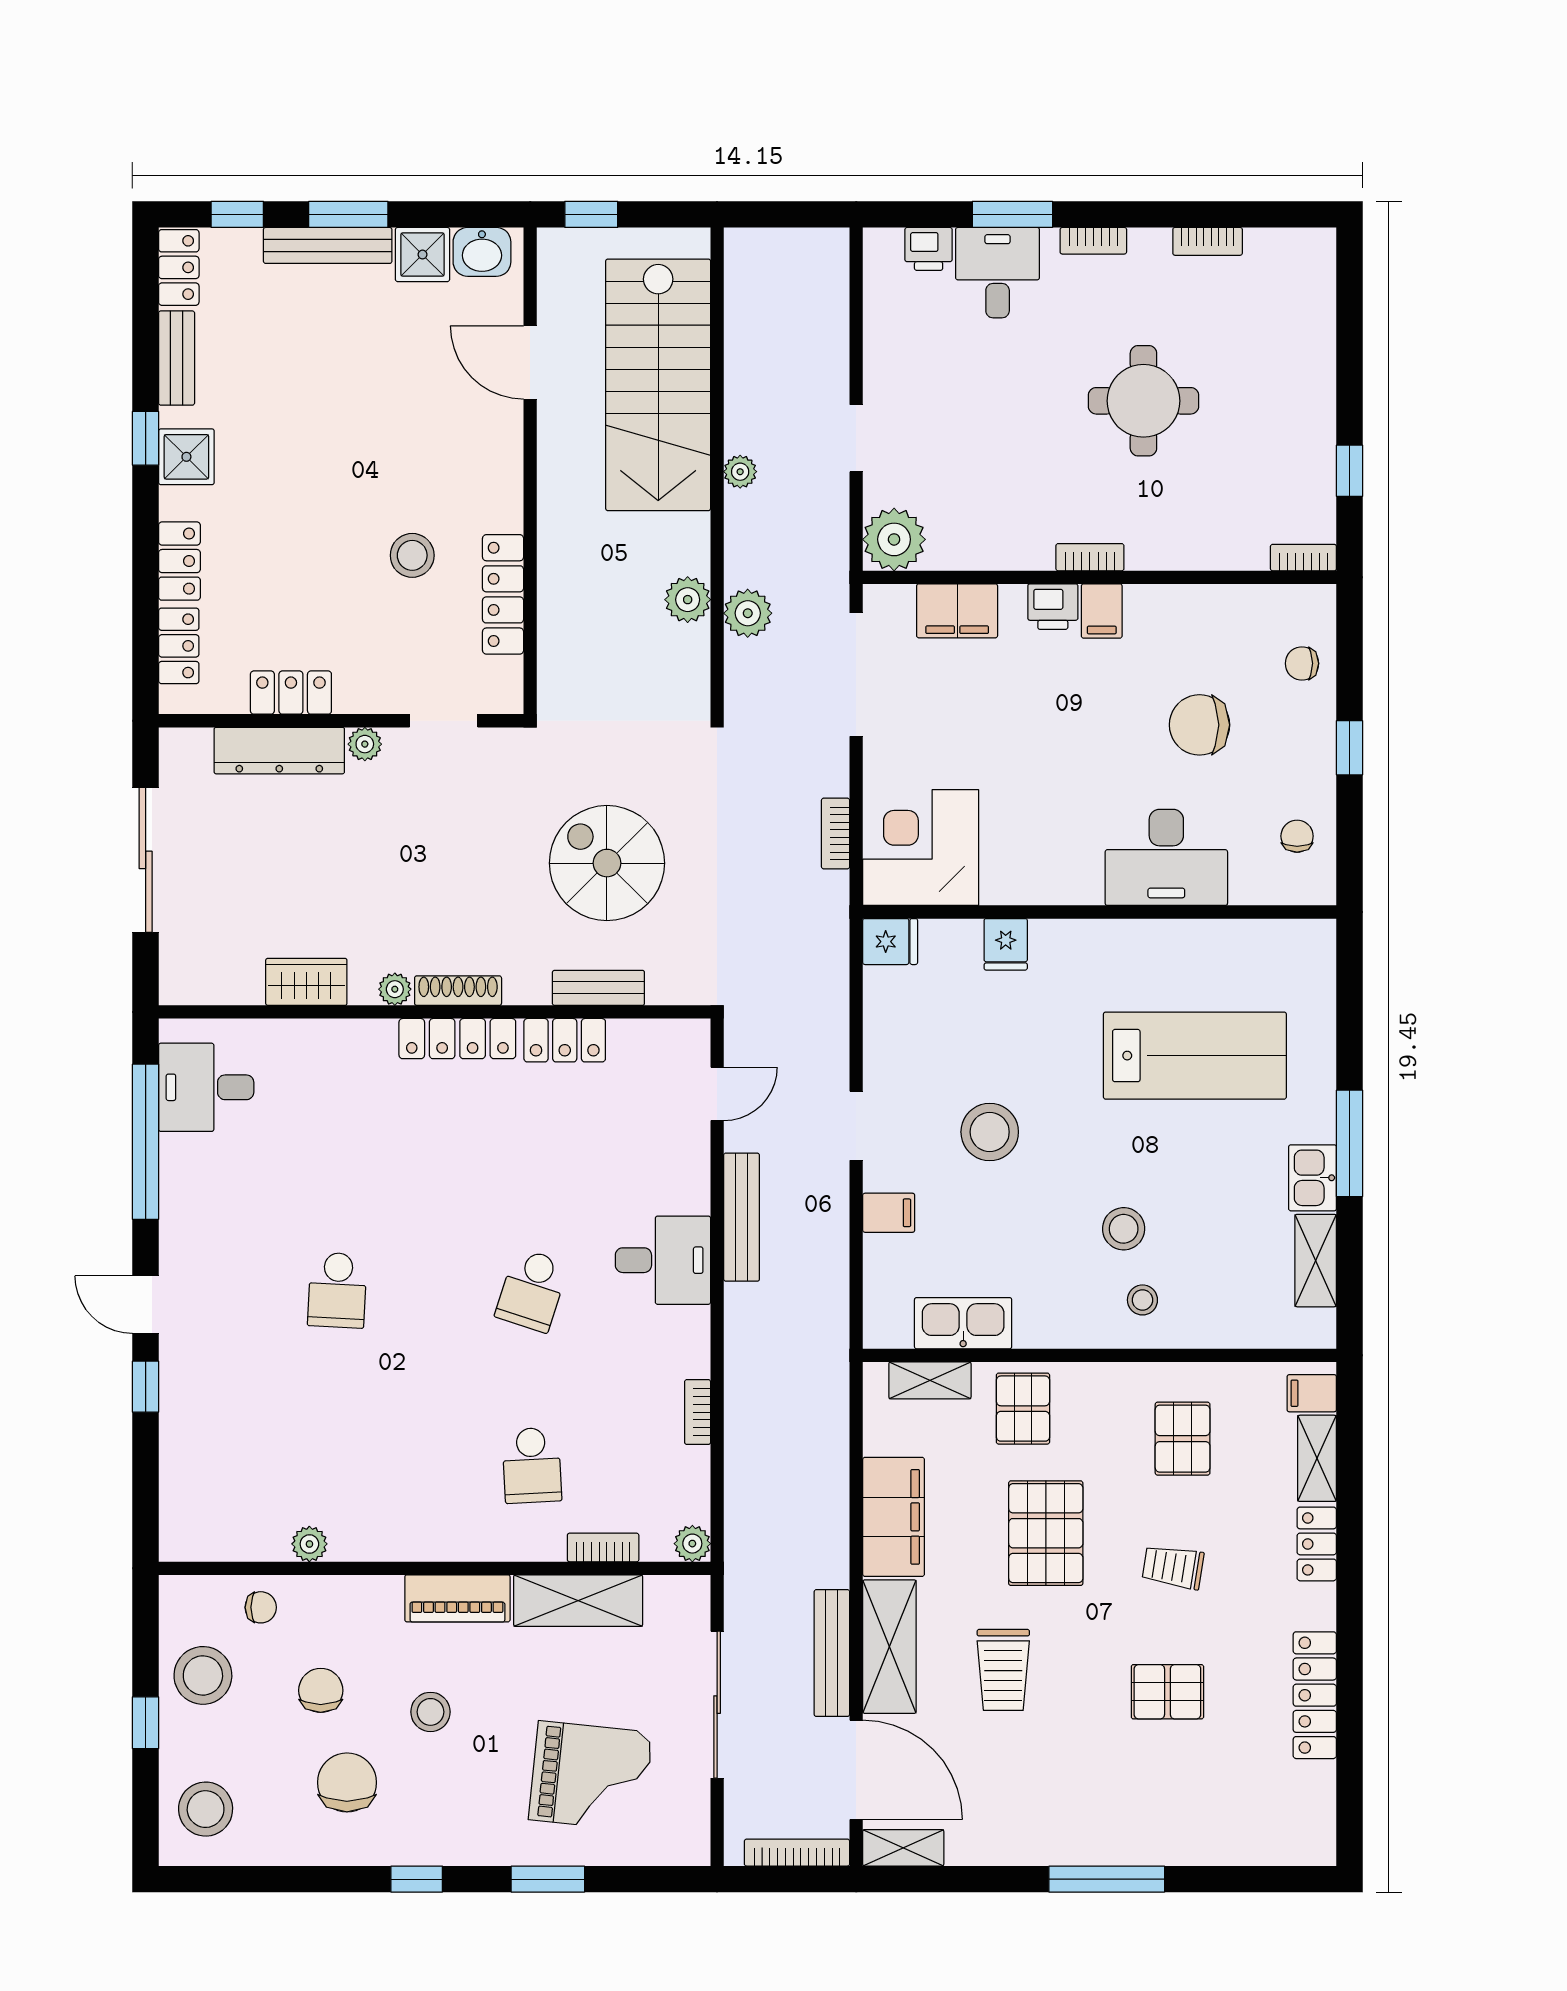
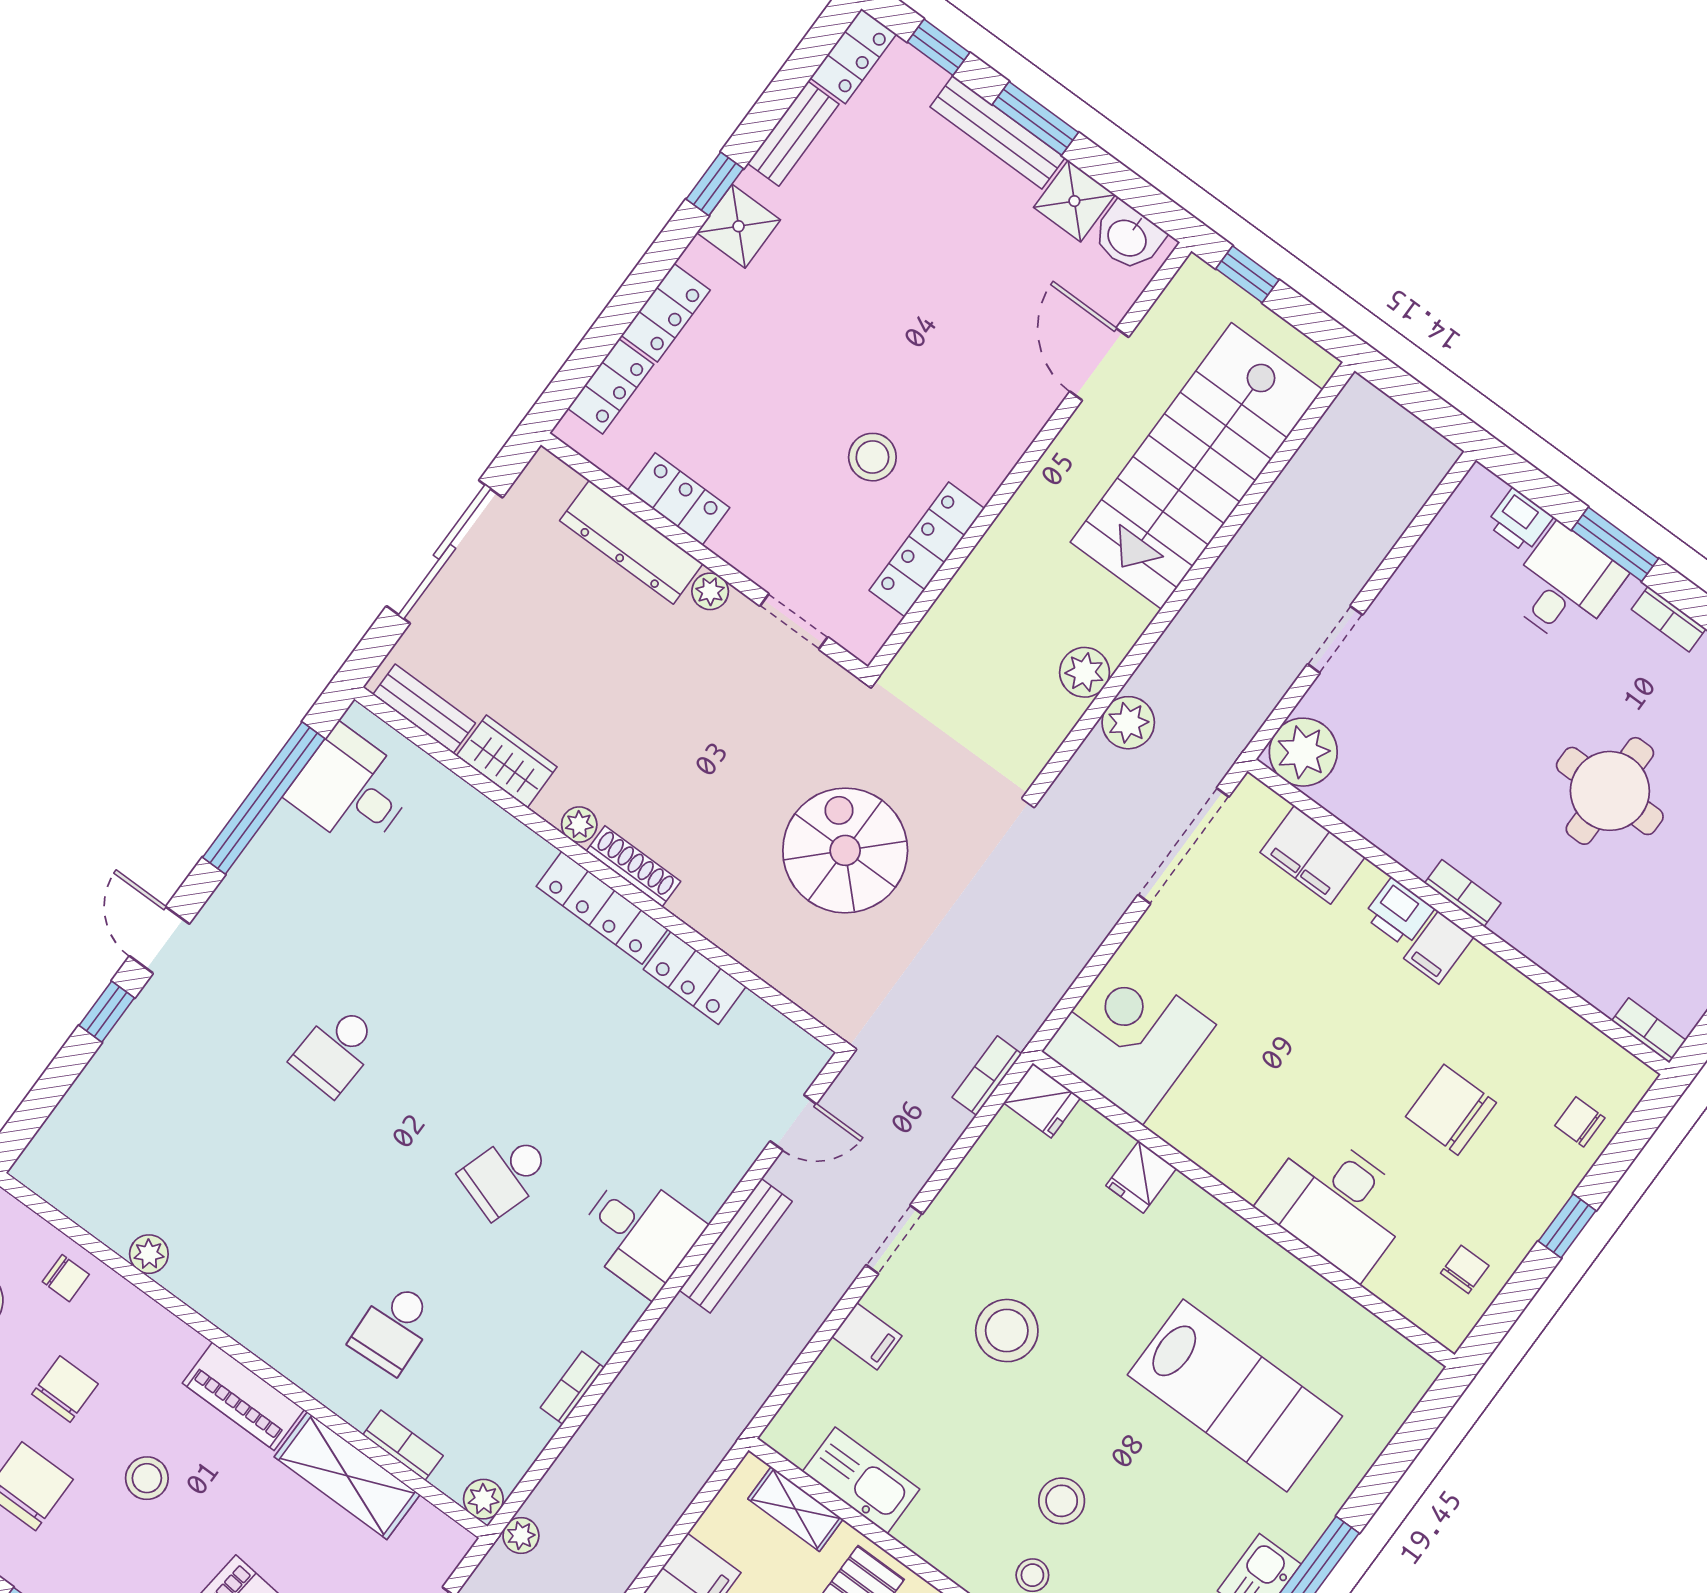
plant: (740, 472) -> (521, 1535), moved
bookcase: (836, 833) -> (987, 1076), moved
bench: (598, 988) -> (424, 709), moved

